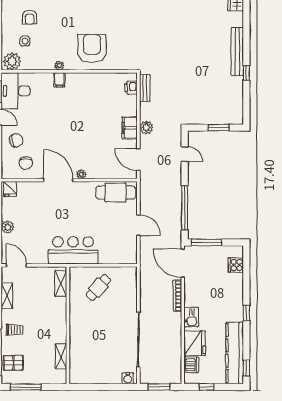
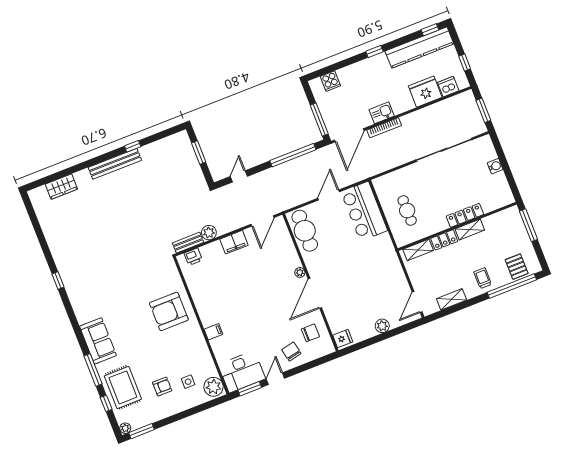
plant: (59, 66) -> (199, 338), removed
plant: (146, 128) -> (209, 233), moved
bar counter: (73, 250) -> (364, 211), moved
cafe table: (98, 287) -> (407, 211), turned 48
locker: (61, 309) -> (444, 240), added
kitchen sink: (191, 317) -> (382, 113), moved
locker: (75, 336) -> (465, 215), added
shelving: (61, 356) -> (470, 229), moved
water cooler: (128, 378) -> (495, 166), moved
window: (26, 387) -> (528, 225), moved

